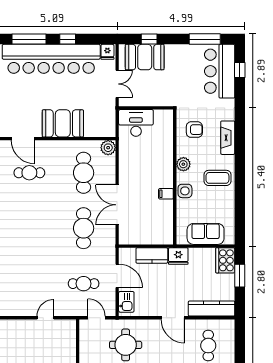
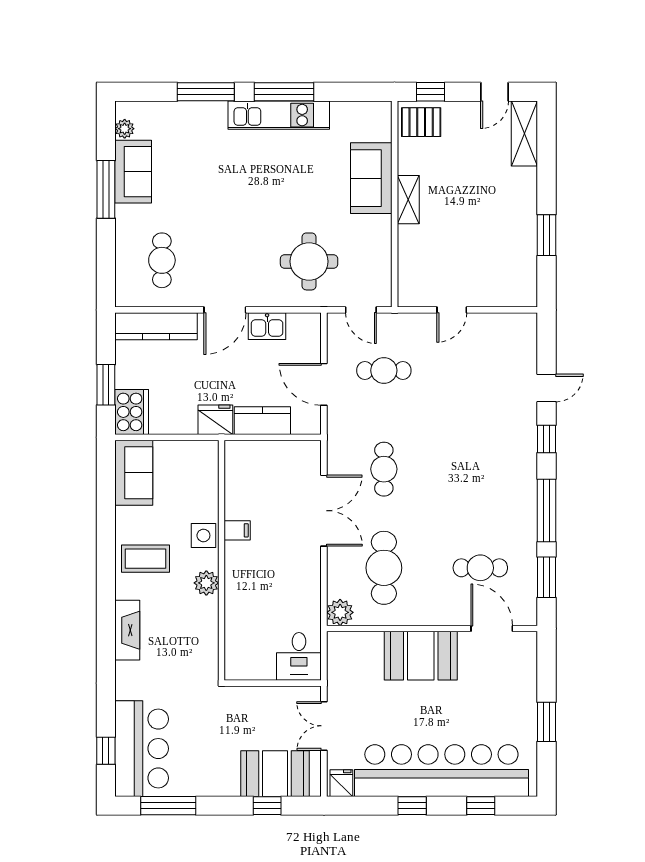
window: (29, 39) -> (481, 806), width x0.46
desk: (136, 123) -> (299, 656), width x0.73
armchair: (194, 130) -> (187, 645), removed
cafe table: (84, 228) -> (384, 469), width x0.73, depth x0.74
sofa: (206, 234) -> (134, 473), moved, turned -90
kitchen sink: (126, 302) -> (267, 326), moved, turned -90
door: (173, 318) -> (225, 310), swing flipped

